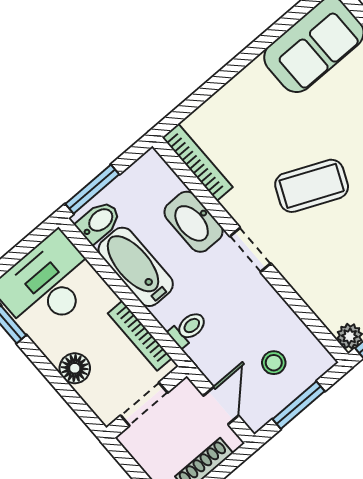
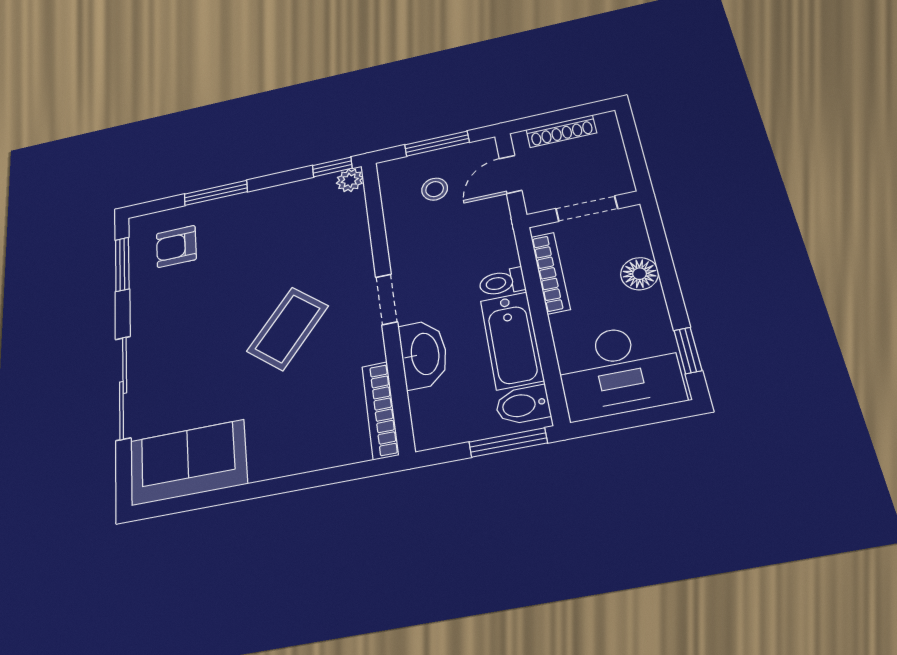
coffee table: (312, 186) -> (288, 329), turned -74
toilet: (188, 329) -> (502, 282), moved

